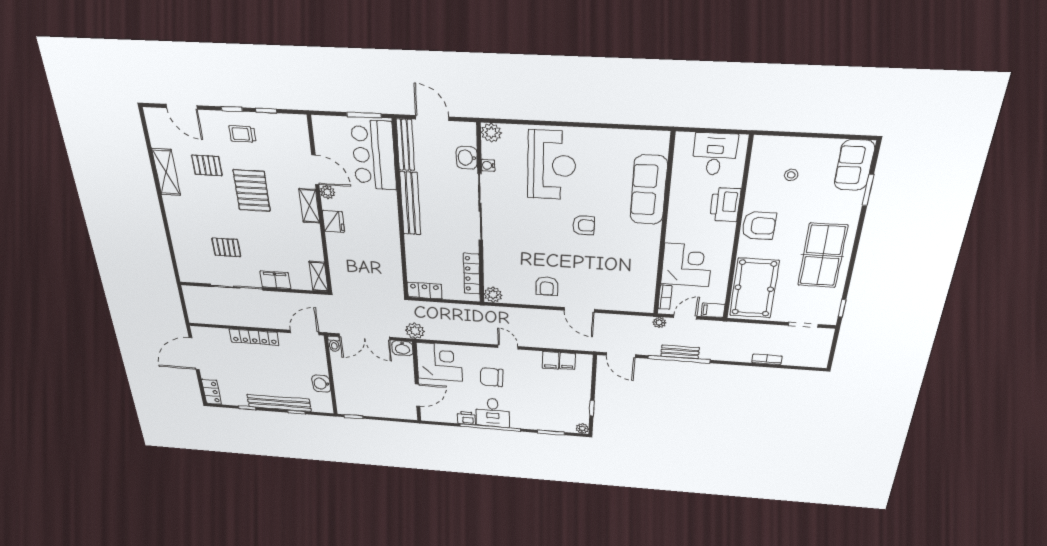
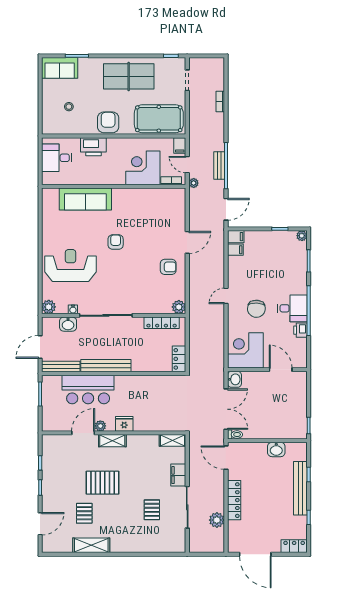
trolley: (242, 134) -> (58, 483), removed
bar counter: (374, 155) -> (88, 389), moved
plant: (415, 331) -> (217, 520), moved
filing cabinet: (551, 360) -> (236, 237), moved

